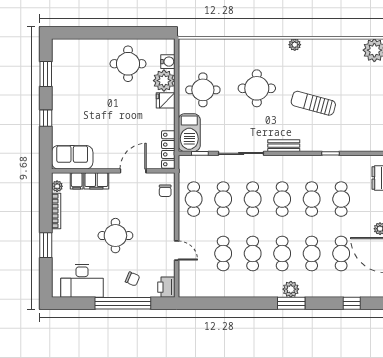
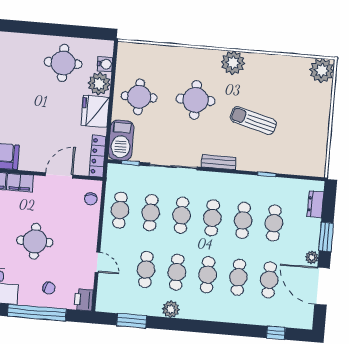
plant: (295, 45) -> (233, 63), width x1.88, depth x1.88
fridge: (166, 100) -> (95, 111), width x1.88, depth x1.34
plant: (291, 289) -> (171, 309), moved
window: (291, 303) -> (132, 321), moved

